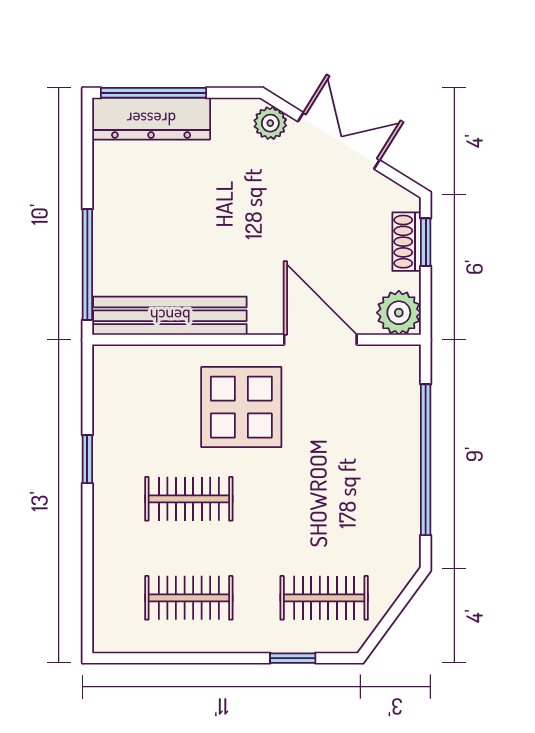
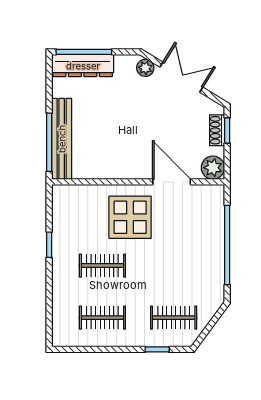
bench: (170, 316) -> (62, 139), moved, turned 90

